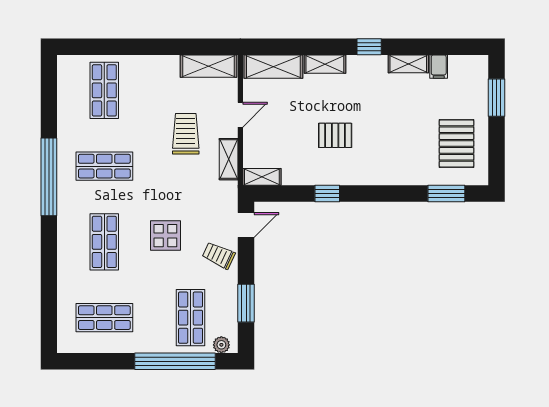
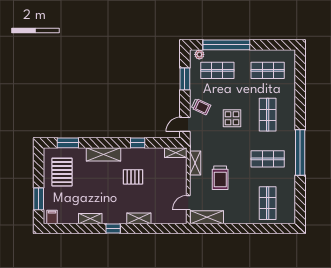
shelving: (273, 67) -> (104, 154), moved
filing cabinet: (439, 67) -> (52, 217), moved
door: (240, 115) -> (188, 203), moved
shop shelf: (191, 318) -> (217, 70), turned 90

